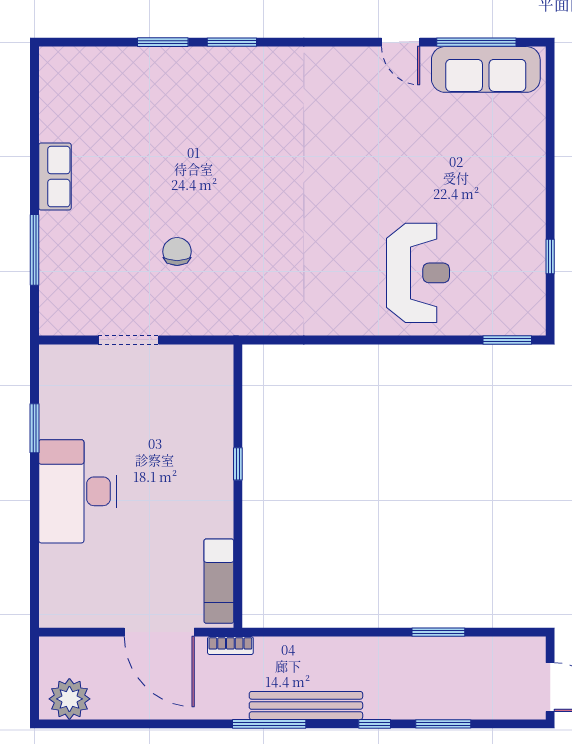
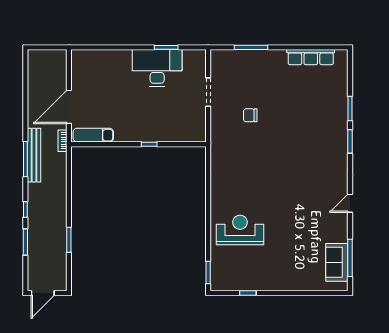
door: (401, 42) -> (350, 203), moved
sofa: (486, 69) -> (337, 262), width x0.73
row of seats: (55, 177) -> (311, 57), moved, width x1.48
chair: (177, 252) -> (250, 115), turned 180
reception desk: (418, 273) -> (240, 230), turned 180
desk: (78, 491) -> (157, 68), moved
plant: (69, 699) -> (37, 64), removed
bench: (306, 705) -> (34, 155), moved

